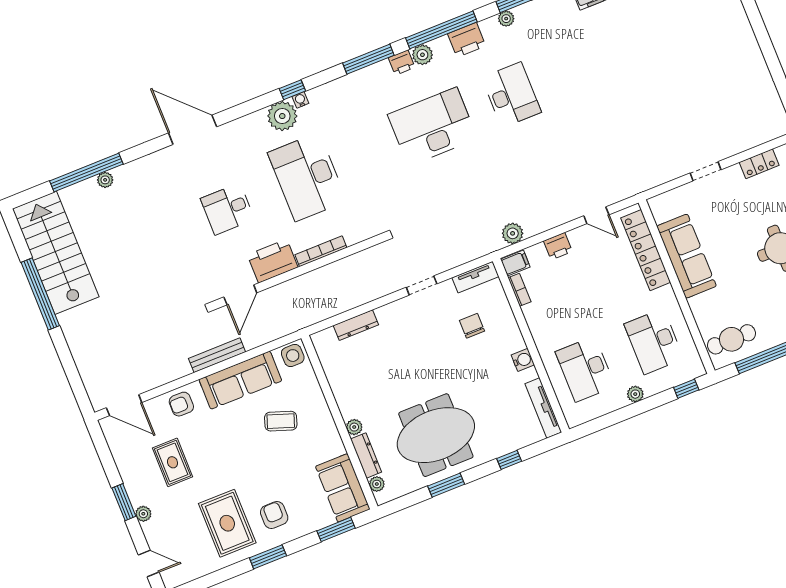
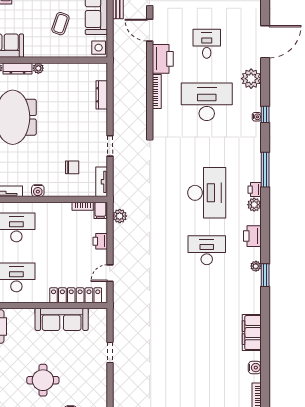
window: (441, 30) -> (265, 223), removed
desk: (511, 95) -> (207, 250), turned 180
plant: (282, 116) -> (251, 79), moved
locker: (759, 164) -> (101, 388), removed

